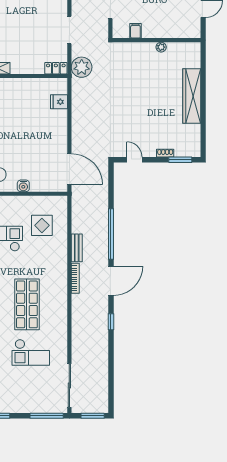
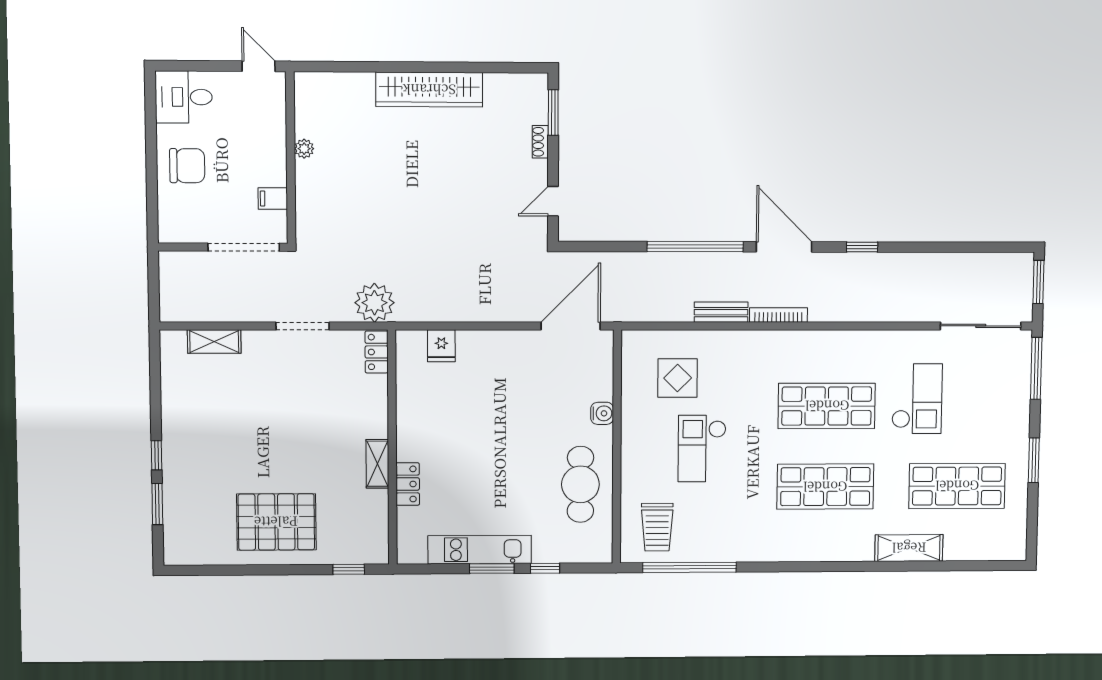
filing cabinet: (135, 31) -> (273, 199), moved
wall: (156, 40) -> (291, 158), moved
plant: (161, 47) -> (304, 149), moved

